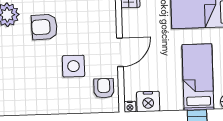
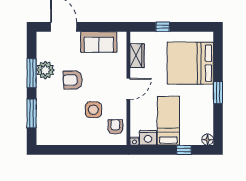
door: (120, 52) -> (128, 89), moved
bed: (198, 77) -> (168, 121), moved

